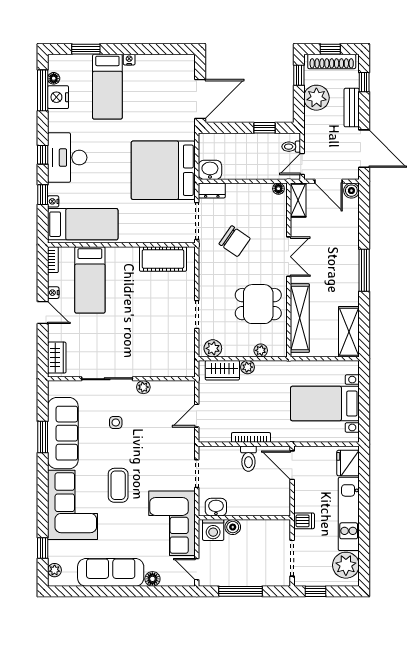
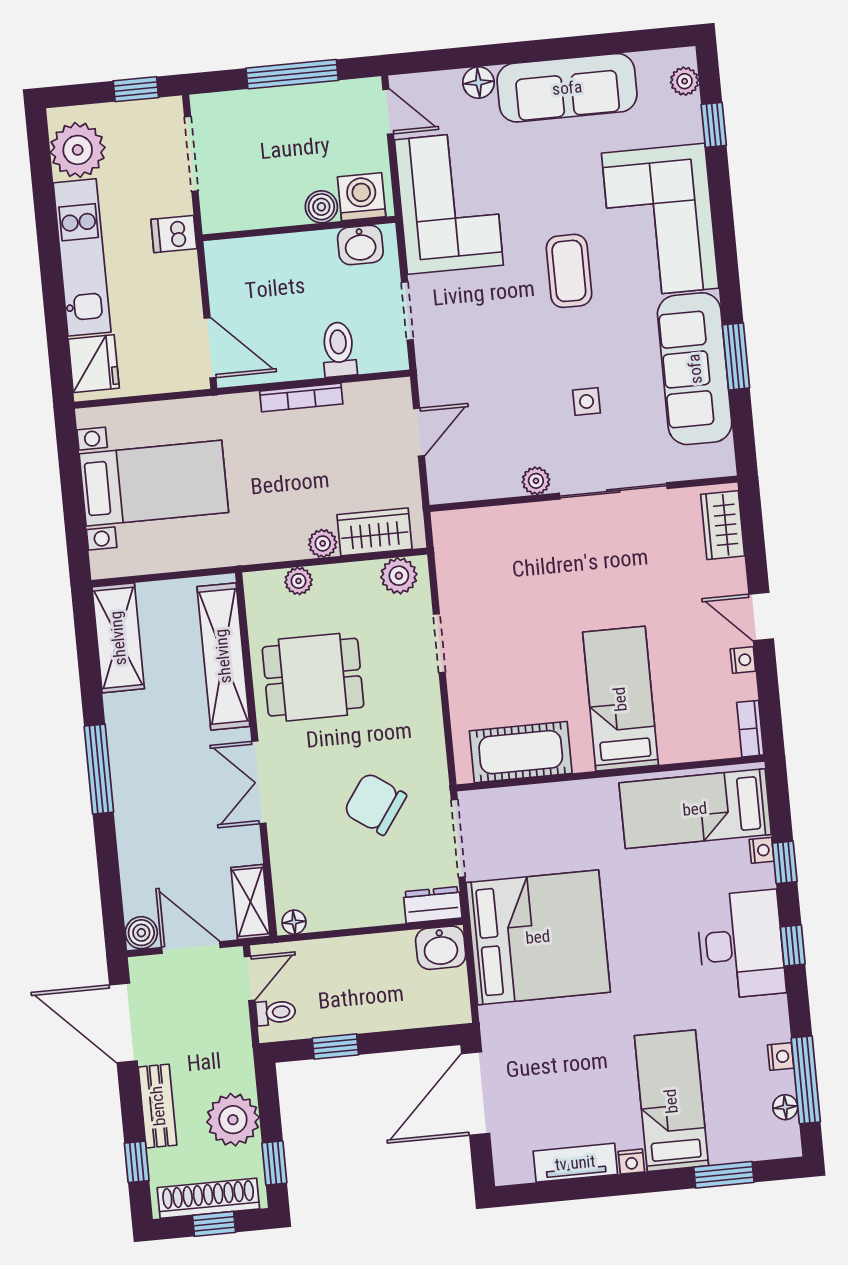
tv unit: (156, 62) -> (575, 1163), added
nightstand: (58, 97) -> (781, 1057), width x0.53, depth x0.56
bed: (90, 280) -> (620, 699), moved
toilet: (248, 459) -> (339, 349), moved

